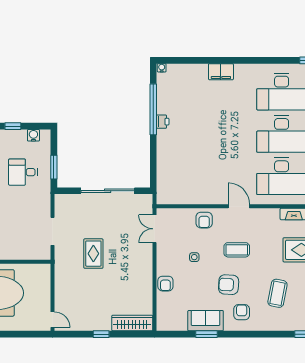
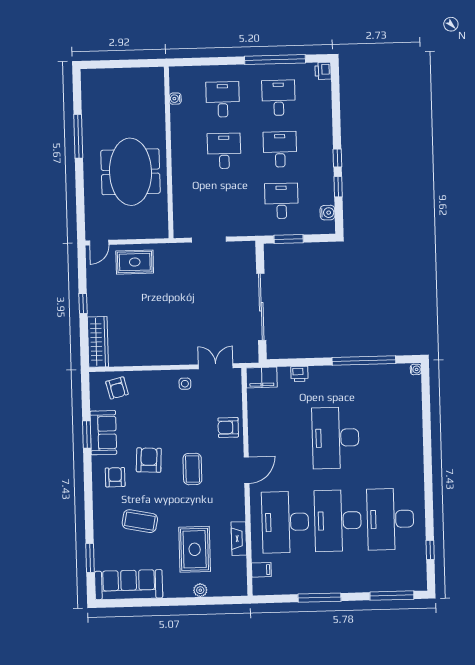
filing cabinet: (221, 72) -> (262, 377), moved, turned -90
printer: (163, 122) -> (299, 374), moved
desk: (215, 134) -> (336, 438), added
rug: (93, 254) -> (135, 262), moved
side table: (194, 257) -> (185, 384), moved
armchair: (165, 284) -> (117, 388), moved, turned -104
armchair: (242, 312) -> (115, 477), turned -90

